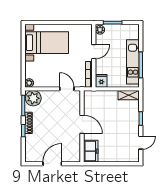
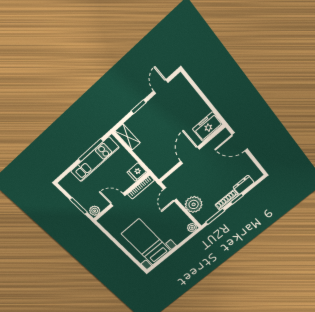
plant: (33, 98) -> (194, 204), moved
dresser: (30, 143) -> (244, 185), added
door: (141, 143) -> (161, 87), hinge flipped
door: (52, 164) -> (240, 142), moved

